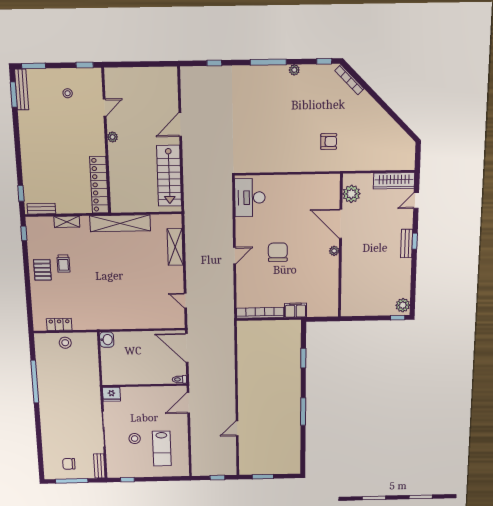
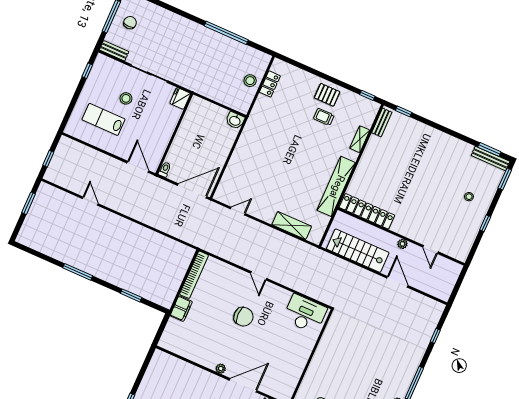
door: (105, 107) -> (430, 249), moved
plant: (113, 137) -> (402, 244), moved
wall: (106, 142) -> (401, 236), moved
locker: (99, 185) -> (367, 211), moved

